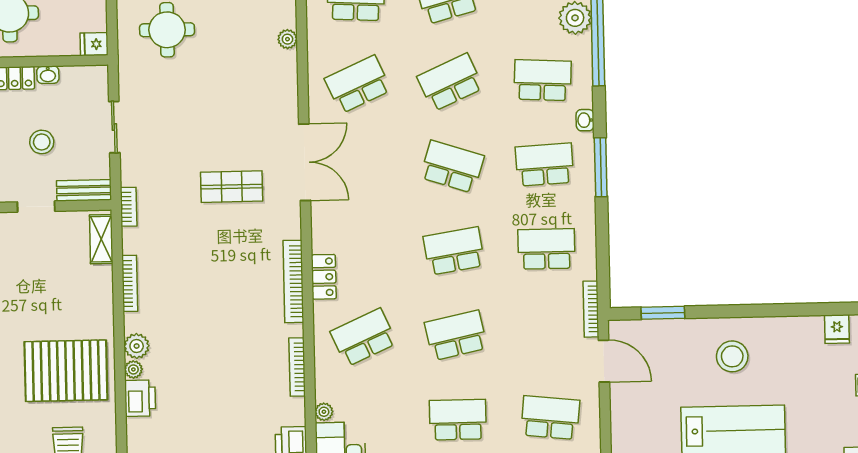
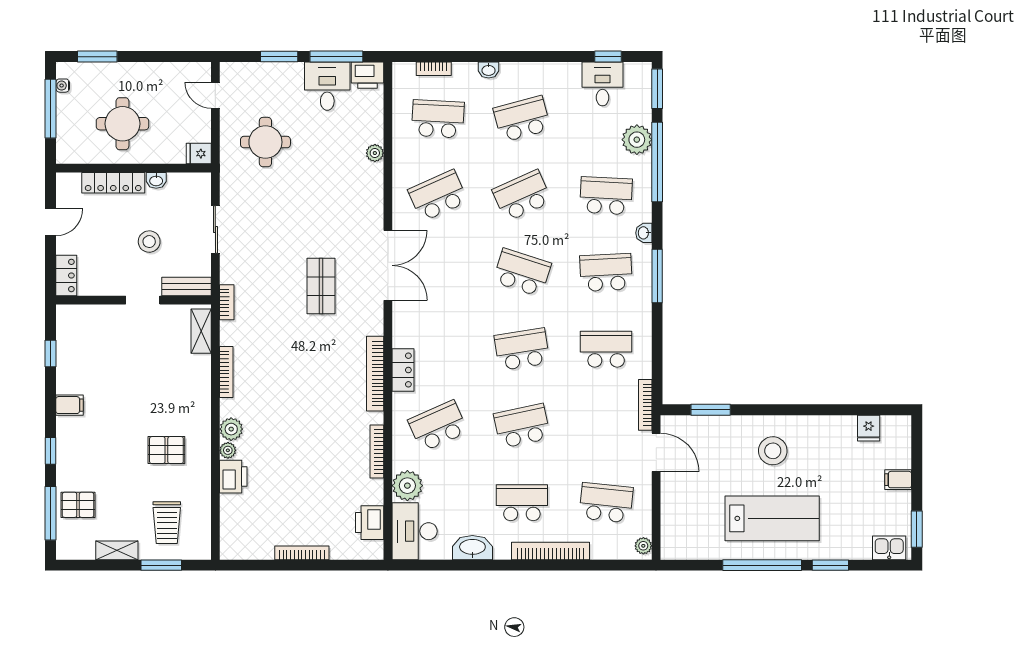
shop shelf: (232, 187) -> (321, 286), turned 90
pallet: (66, 371) -> (166, 450), width x0.49, depth x0.50
plant: (324, 412) -> (407, 486), width x1.88, depth x1.88

